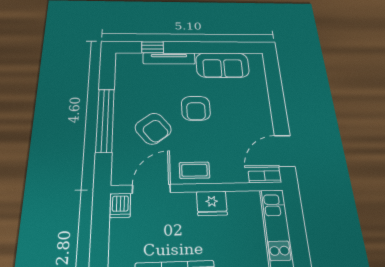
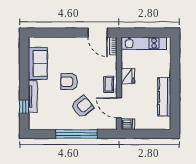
armchair: (196, 108) -> (69, 82), turned 180

